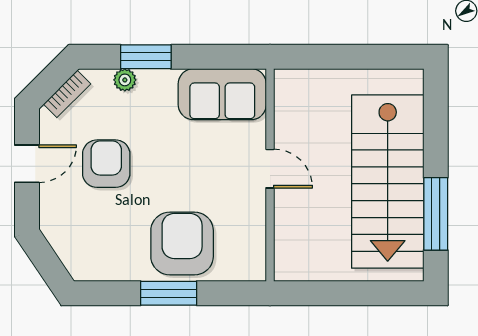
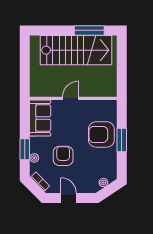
armchair: (106, 164) -> (63, 156), moved, turned 90
plant: (65, 248) -> (103, 183), added

